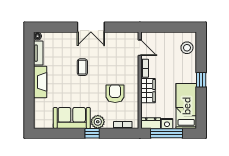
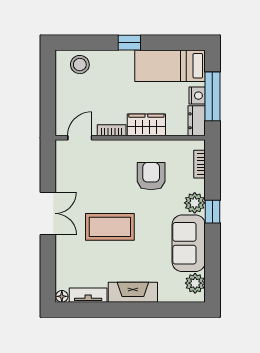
coffee table: (82, 67) -> (110, 227), width x1.86, depth x1.72
armchair: (115, 94) -> (151, 176), turned 90
plant: (46, 122) -> (195, 283), added

